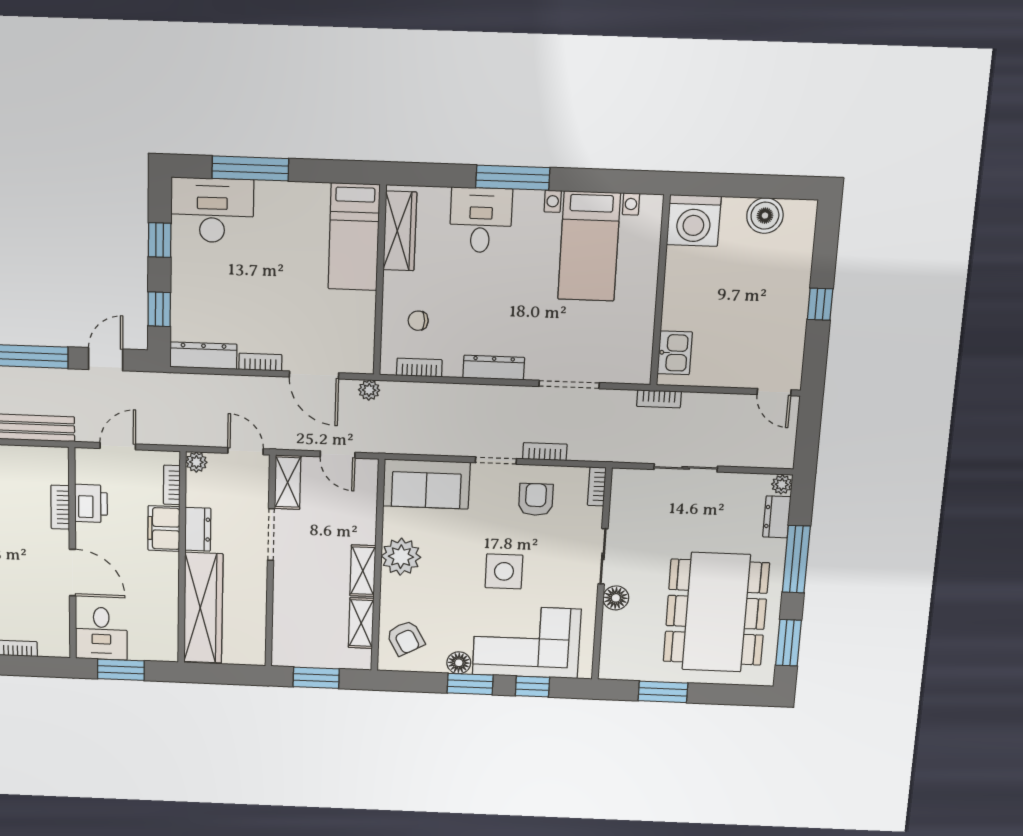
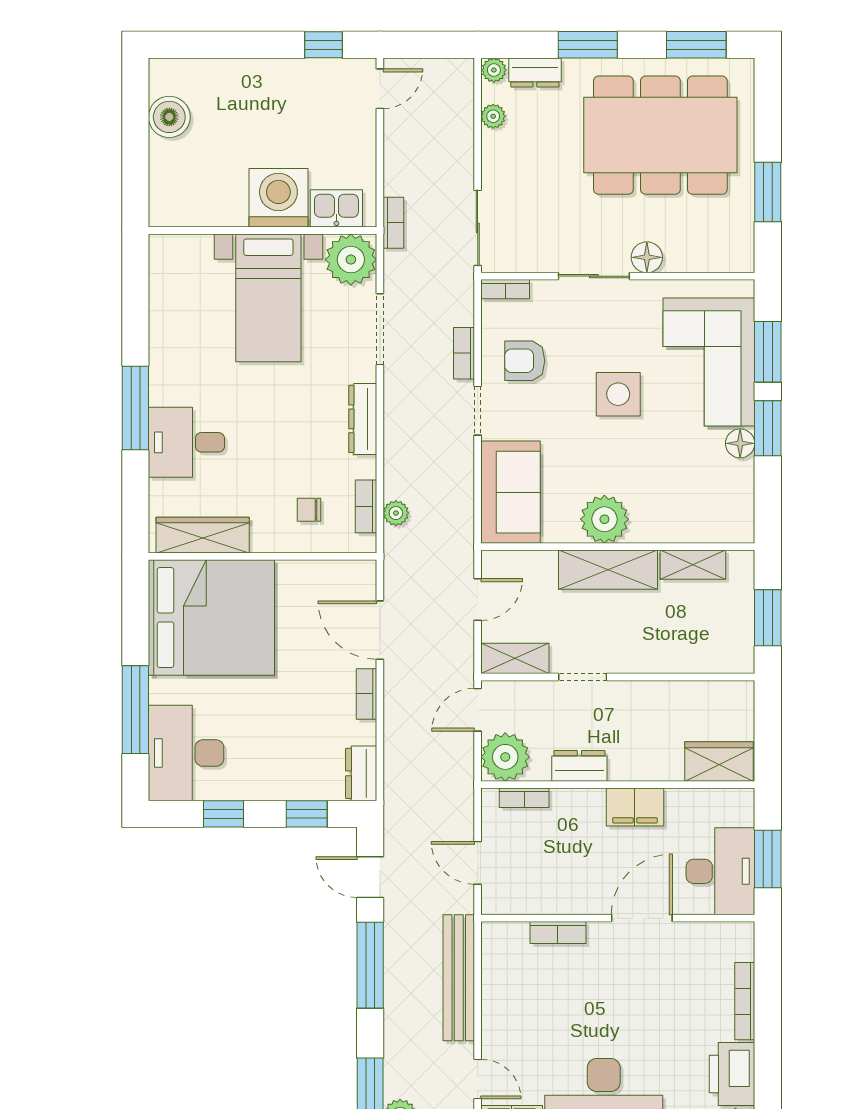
washing machine: (694, 220) -> (278, 198), moved, turned -90
bed: (354, 237) -> (211, 618), width x2.04
bed with nightstands: (589, 246) -> (268, 298), moved, turned 90
window: (820, 304) -> (324, 45), moved
chair: (418, 321) -> (309, 510), turned 90
dresser: (203, 356) -> (361, 773), width x0.70
plant: (630, 363) -> (351, 260), added
door: (314, 375) -> (380, 630), swing flipped
plant: (369, 390) -> (396, 513), moved
plant: (196, 462) -> (505, 757), width x1.88, depth x1.88
sliding door: (686, 468) -> (478, 228), moved
plant: (743, 482) -> (493, 116), added
printer: (91, 503) -> (552, 895), removed
filing cabinet: (164, 529) -> (635, 807), moved
doorway: (271, 535) -> (583, 677), width x0.73
window: (796, 559) -> (588, 45), width x0.69
shelving: (363, 571) -> (608, 570), width x1.50, depth x1.33
wardrobe: (203, 608) -> (719, 761), width x0.48, depth x0.85
desk: (101, 633) -> (720, 871), width x1.37
armchair: (405, 638) -> (710, 510), removed
window: (532, 687) -> (768, 352), width x1.50

